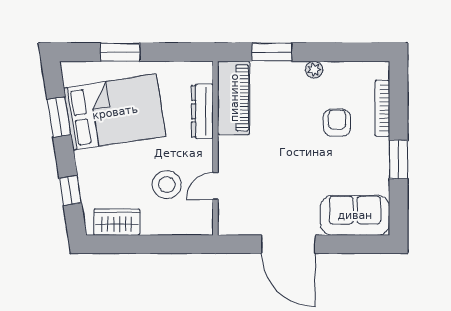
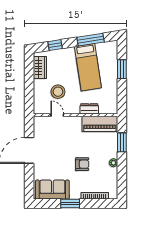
dresser: (202, 111) -> (89, 109), width x0.70
bed: (115, 112) -> (88, 67), width x0.67
window: (59, 117) -> (91, 40), width x1.44
armchair: (337, 123) -> (82, 164), moved
sofa: (355, 215) -> (52, 190), moved, turned -90

